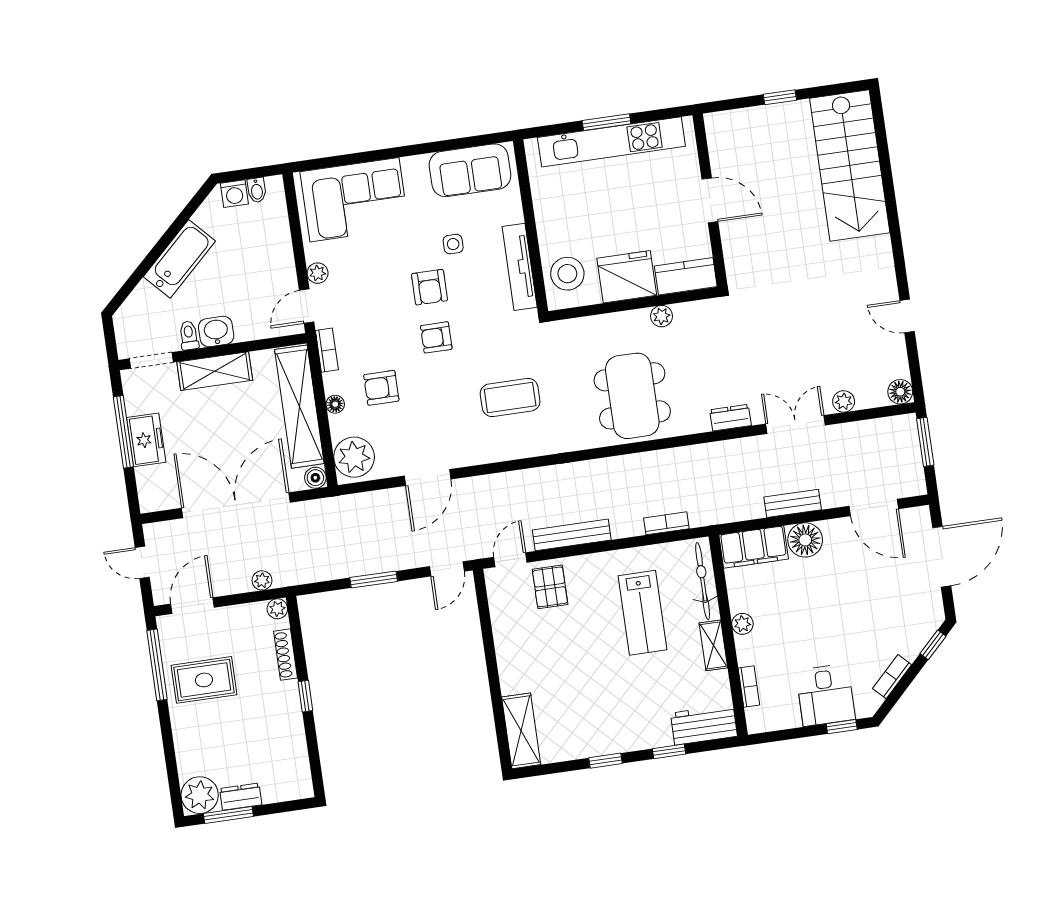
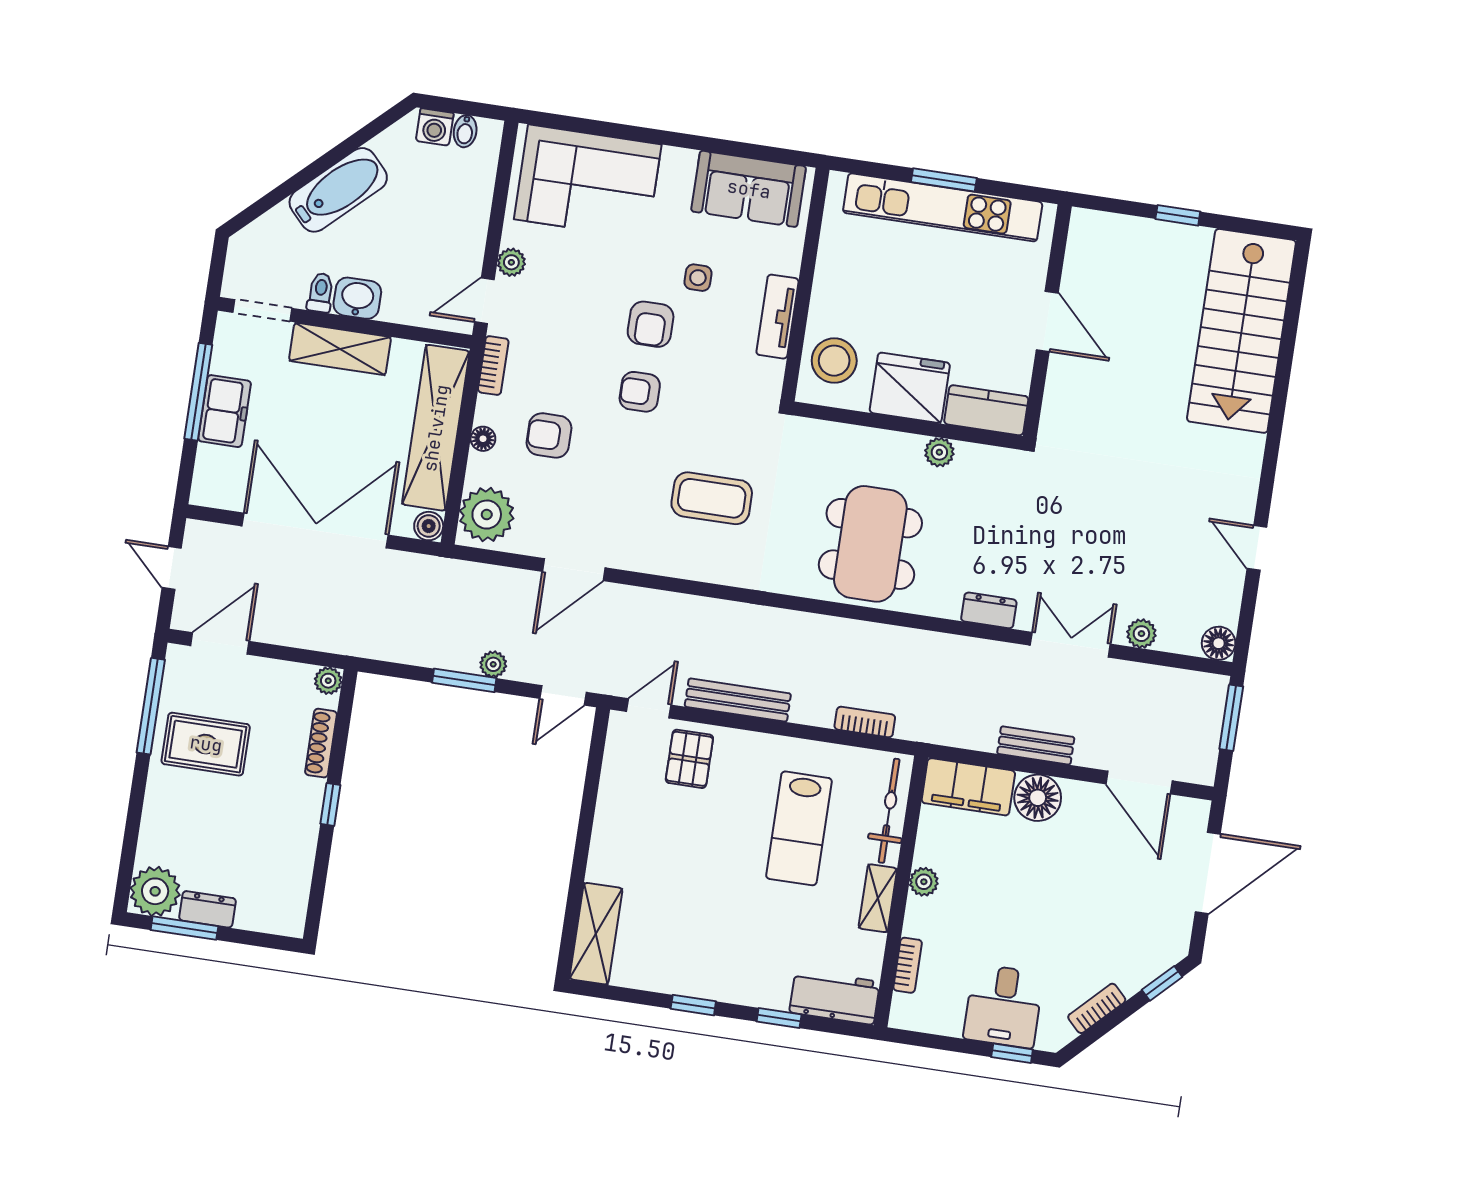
tv unit: (520, 267) -> (777, 317), width x0.71
plant: (262, 580) -> (493, 664), moved

